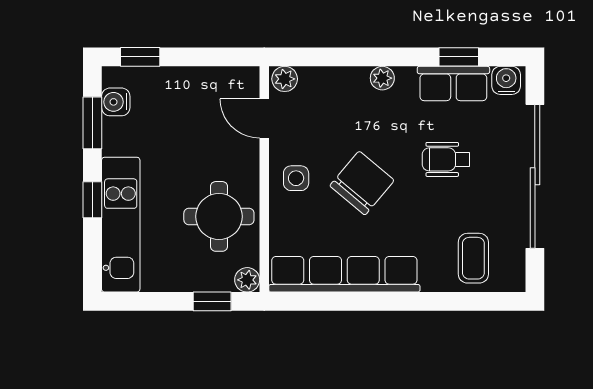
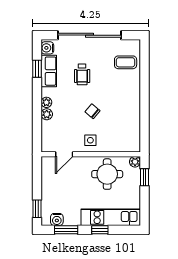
plant: (285, 79) -> (47, 114), moved
chair: (362, 183) -> (92, 111), width x0.54, depth x0.54
row of seats: (344, 274) -> (133, 119), removed

